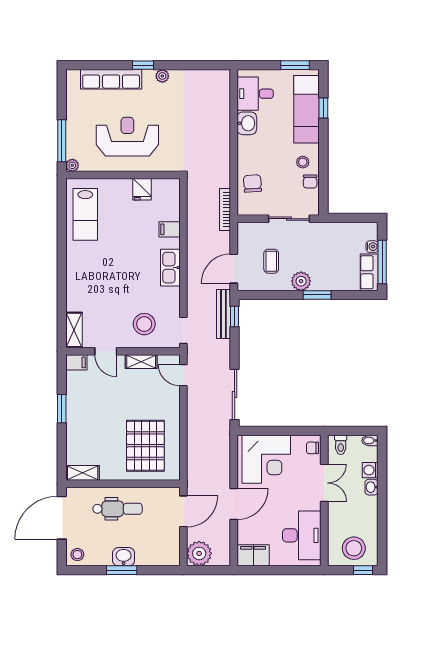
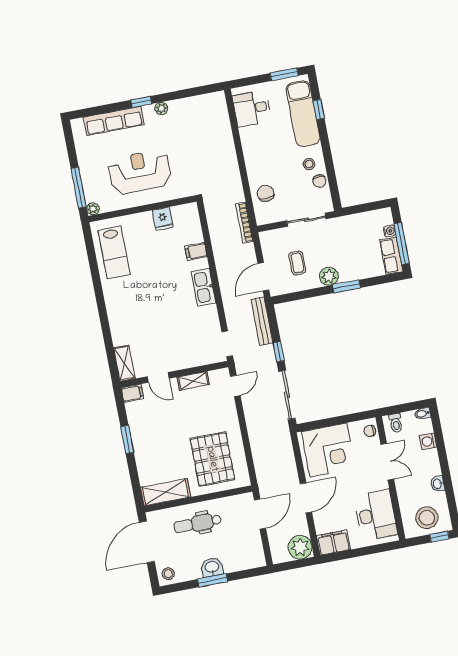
washbasin: (247, 123) -> (249, 138), removed
window: (235, 316) -> (279, 352), moved
stool: (144, 324) -> (189, 345), removed
door: (183, 375) -> (235, 386), swing flipped
shelving: (83, 473) -> (166, 492), width x1.50, depth x1.33
washbasin: (371, 487) -> (438, 484), moved
dental chair: (118, 509) -> (198, 523), turned 180
plant: (199, 553) -> (300, 547), moved

